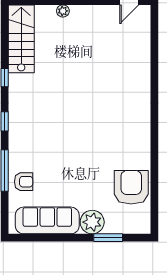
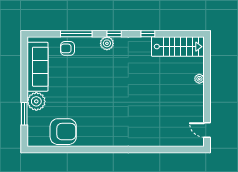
plant: (17, 131) -> (107, 43), added
armchair: (24, 182) -> (68, 48), turned 90

